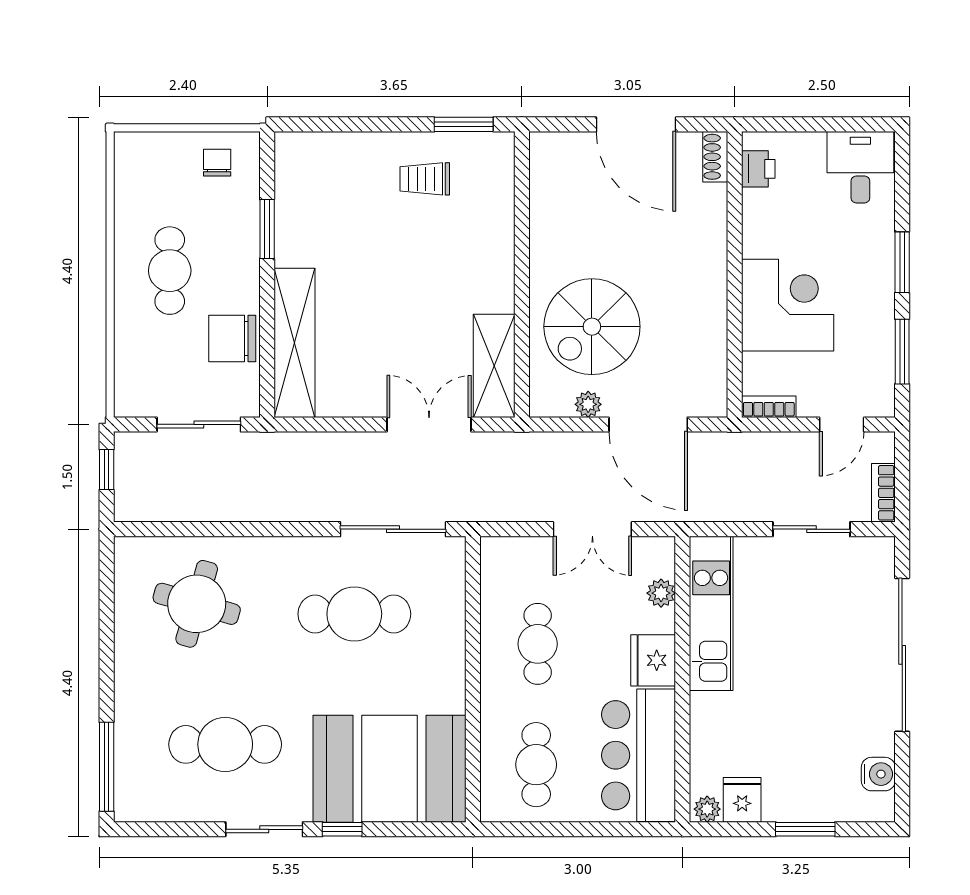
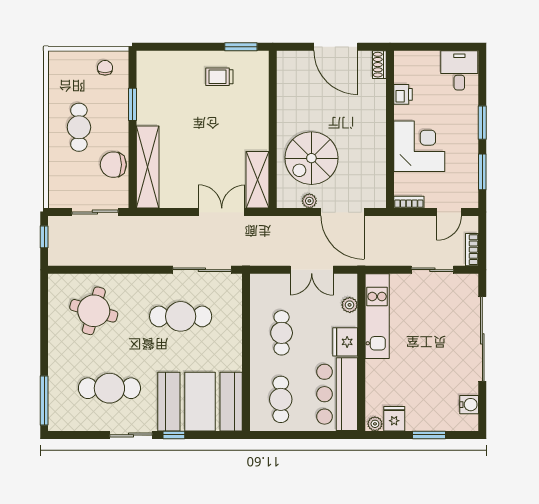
printer: (758, 169) -> (403, 94), moved

